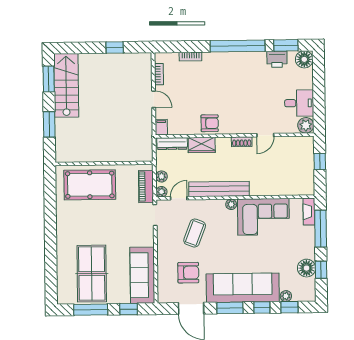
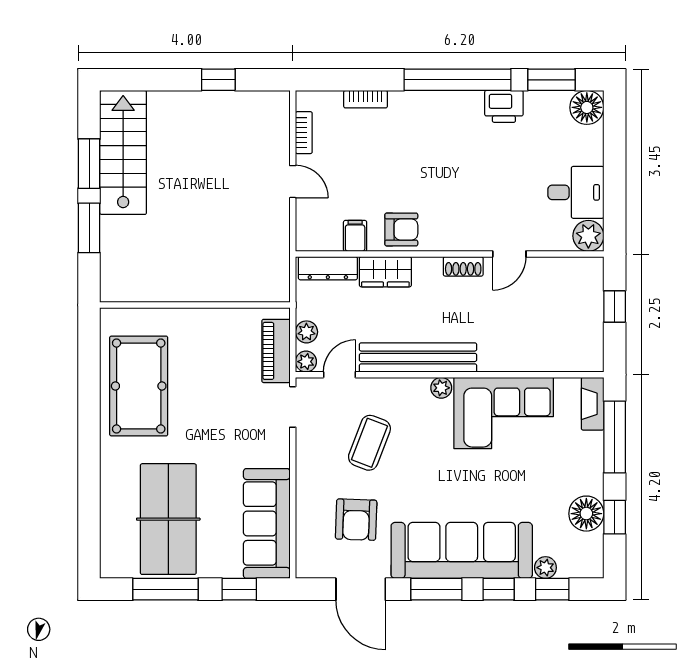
printer: (277, 59) -> (504, 106), moved
window: (49, 79) -> (89, 164), moved
filing cabinet: (161, 127) -> (355, 236), moved
pool table: (90, 185) -> (139, 386), moved, turned 90
armchair: (188, 273) -> (356, 520), turned 92

